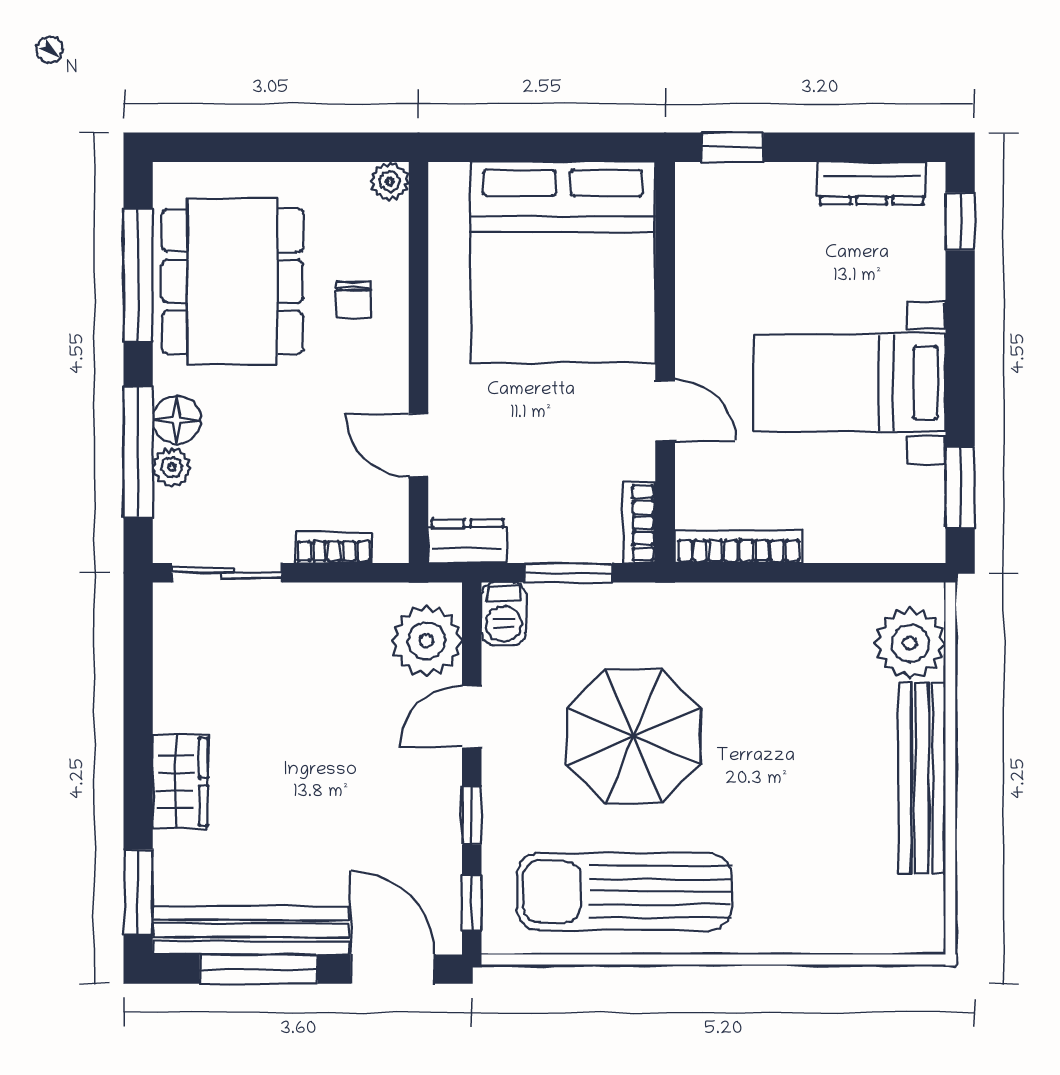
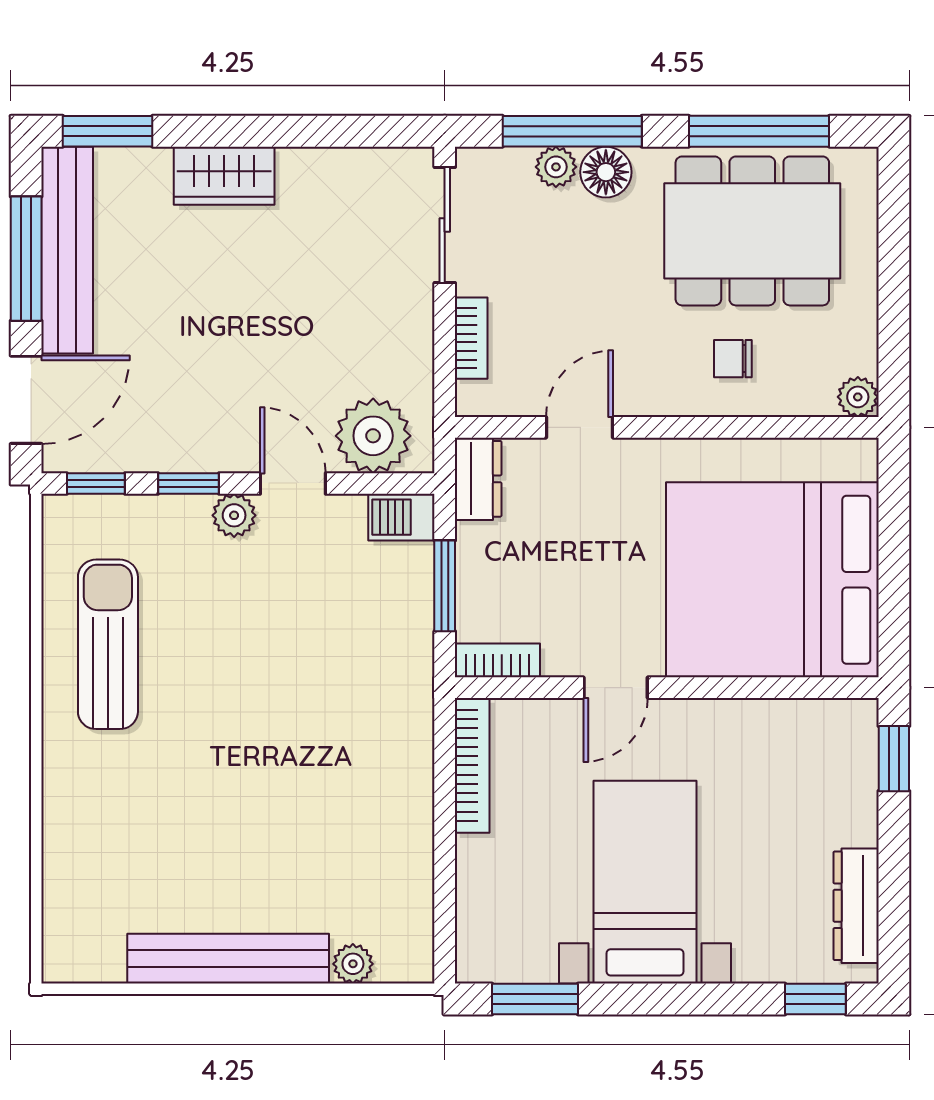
plant: (910, 643) -> (353, 964), width x0.53, depth x0.53
parasol: (634, 736) -> (272, 654), removed
plant: (502, 772) -> (234, 515), added
sun lounger: (624, 892) -> (108, 644), width x0.73, depth x0.75

